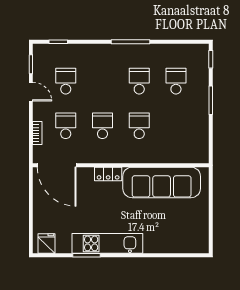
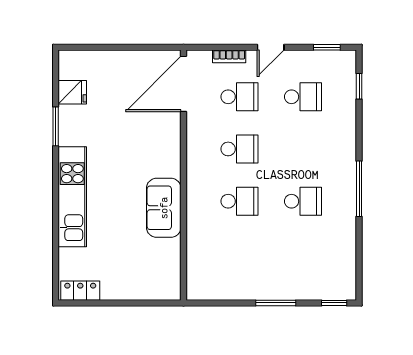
school desk: (176, 81) -> (303, 253), removed
door: (31, 92) -> (271, 47), moved
locker: (108, 174) -> (80, 291), moved, turned 90
sofa: (162, 182) -> (164, 208), width x0.54, depth x0.79
fridge: (47, 243) -> (72, 92), moved
kitchen unit: (107, 243) -> (72, 197), moved

